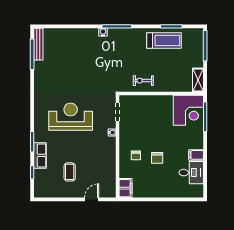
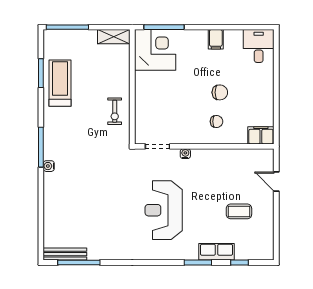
desk: (191, 173) -> (259, 46), moved

